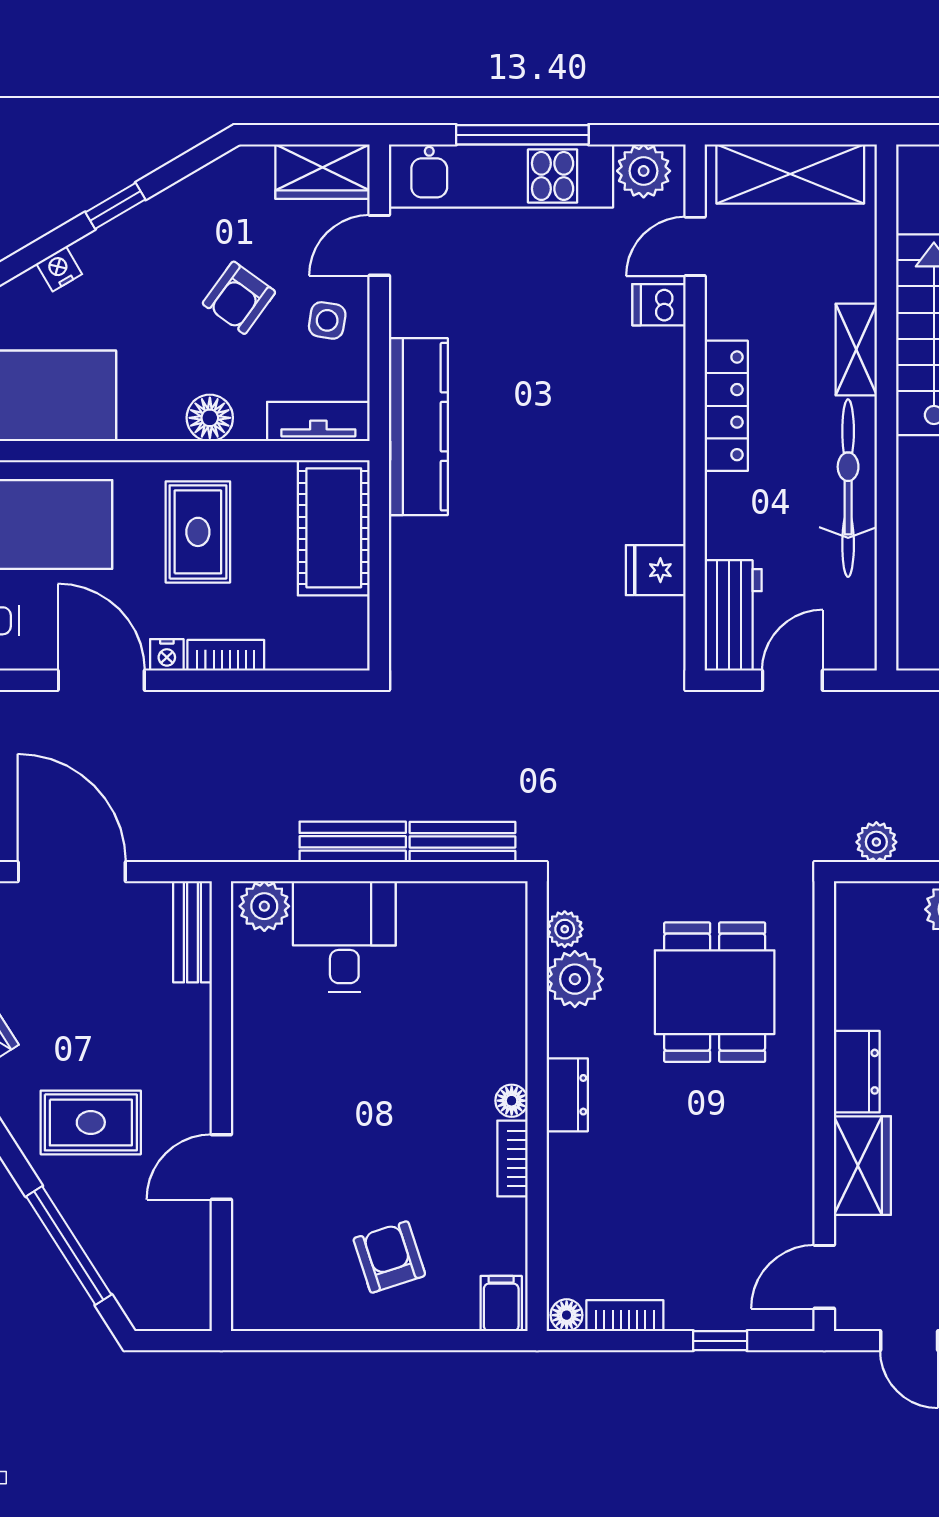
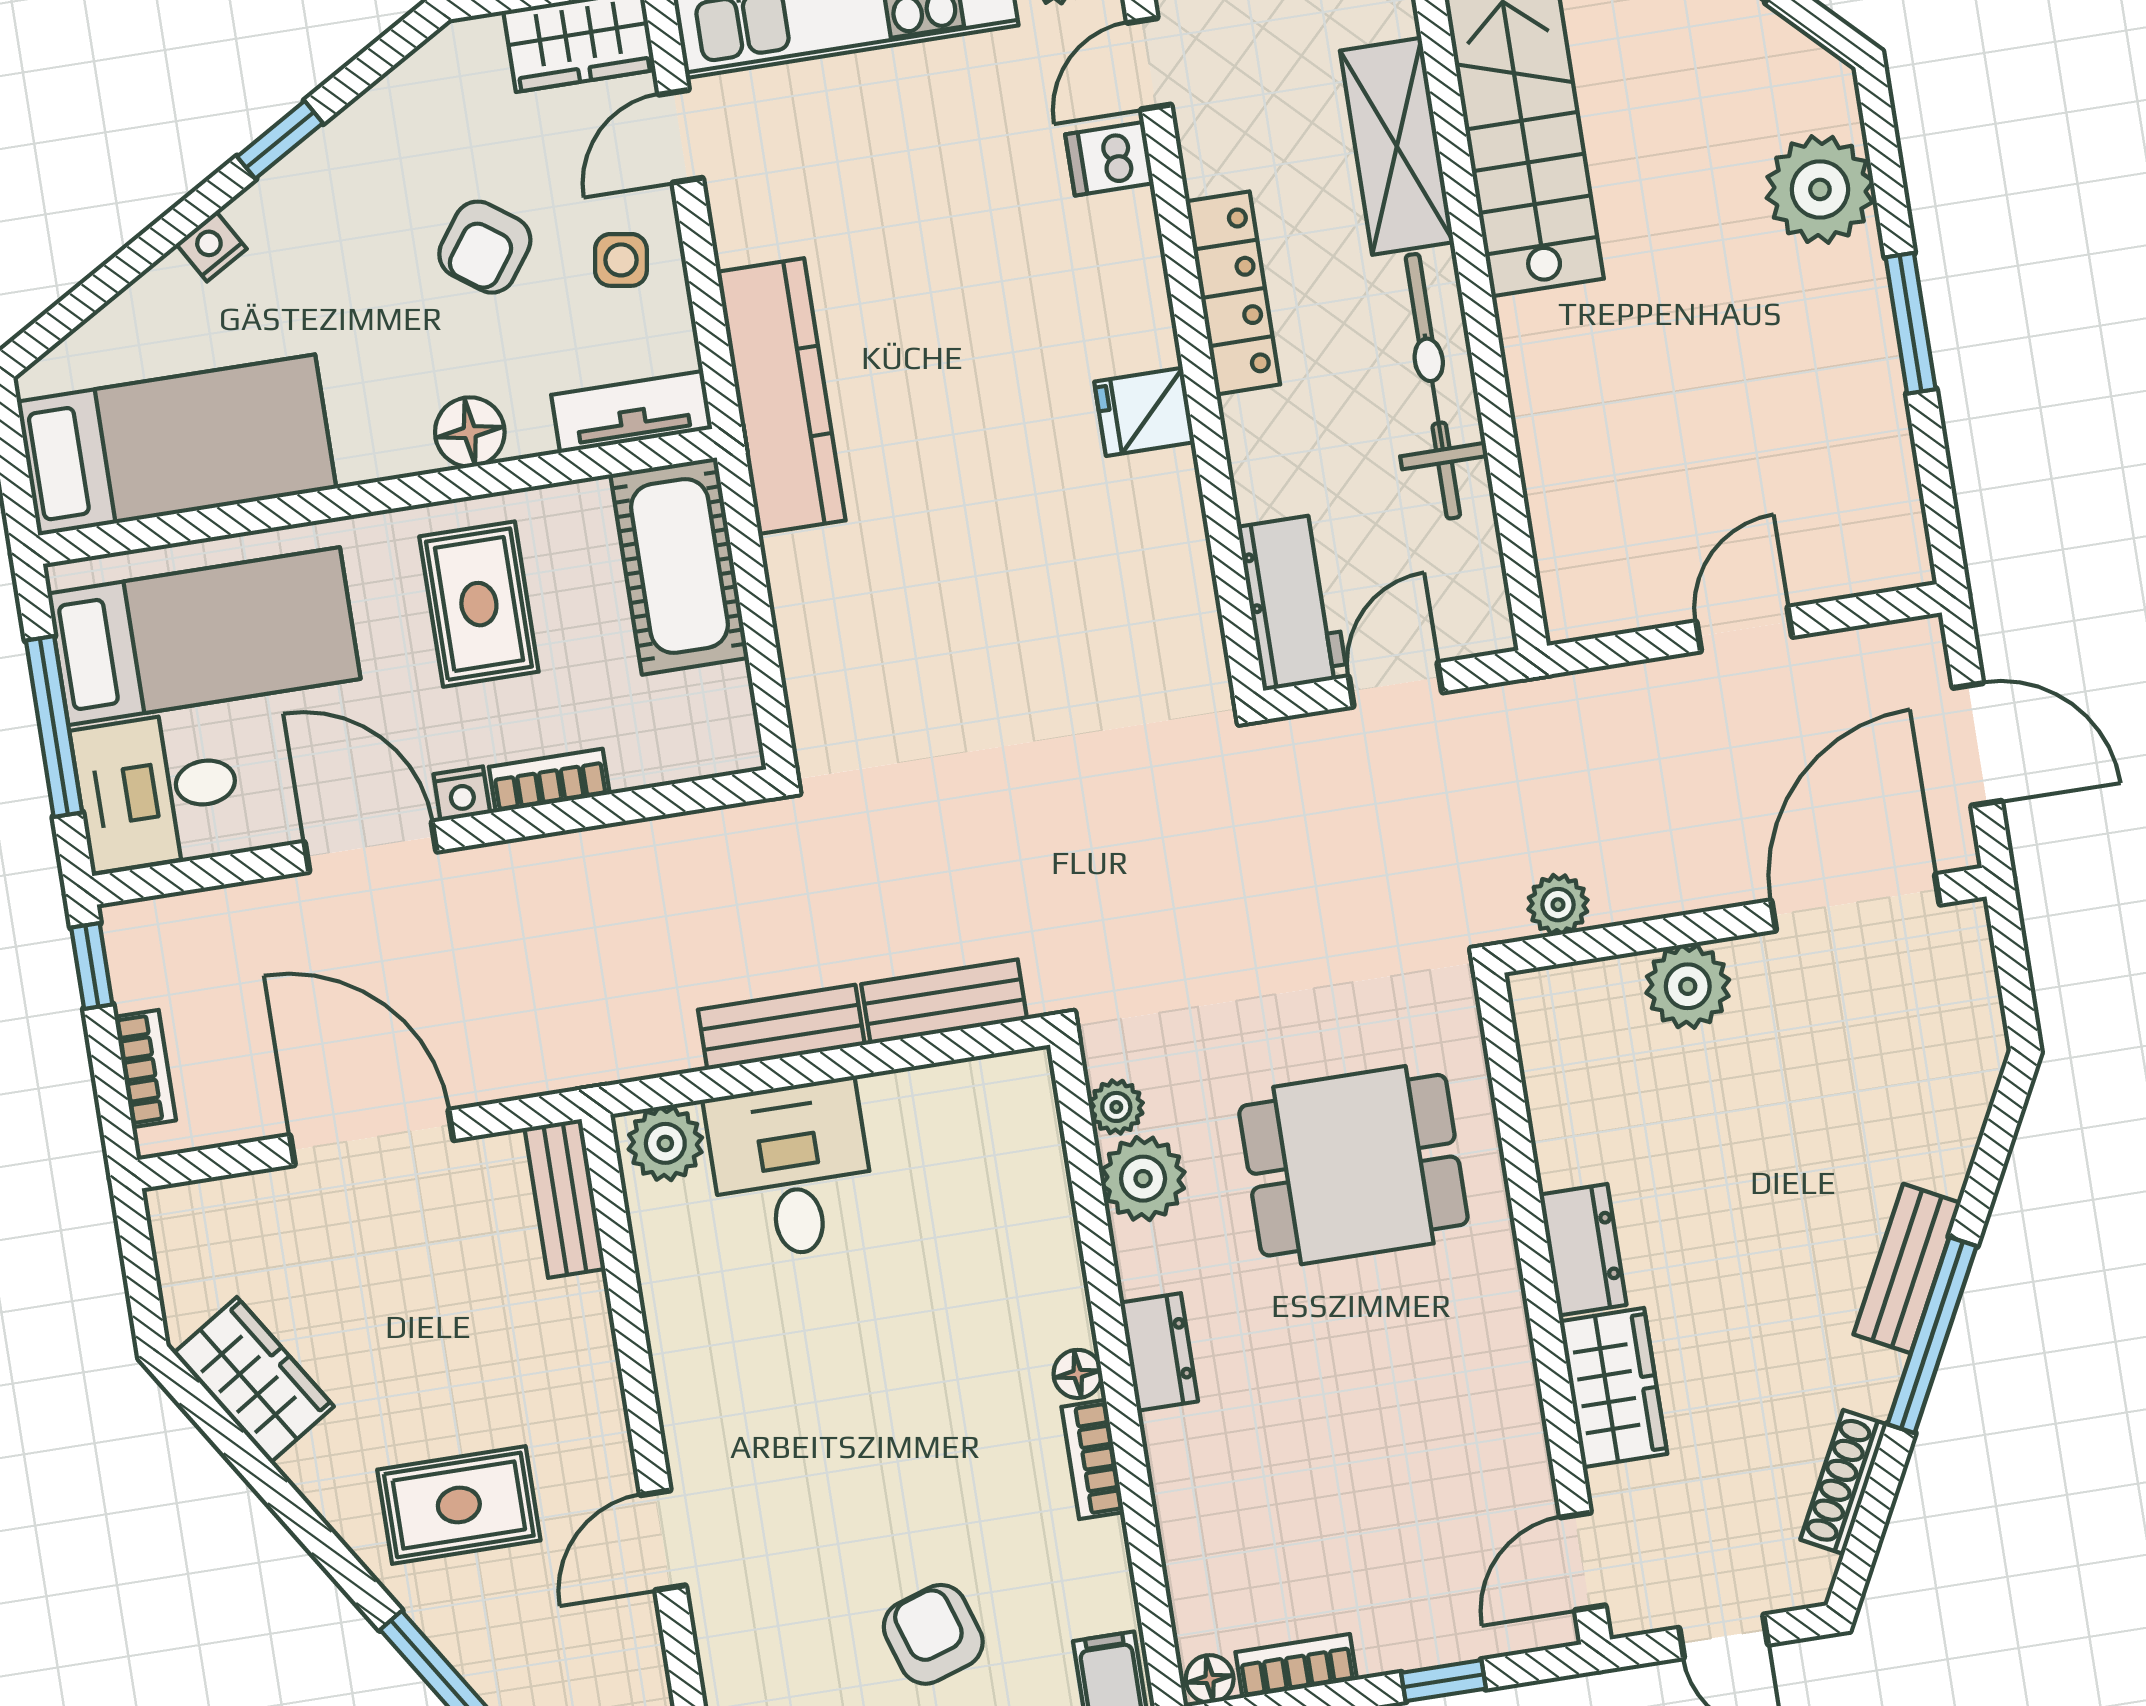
shelving: (856, 349) -> (1397, 146), width x1.50, depth x1.33
fridge: (656, 570) -> (1144, 412), moved
dining table: (715, 992) -> (1353, 1165), turned 90

